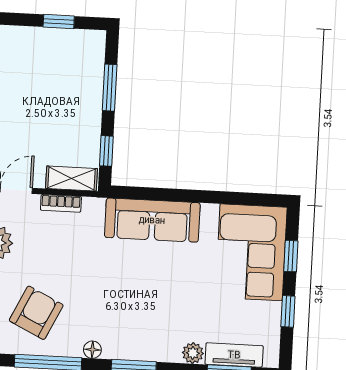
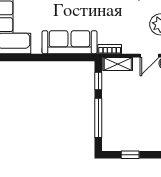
window: (110, 88) -> (98, 118), width x1.44
bookcase: (61, 203) -> (110, 49), moved

